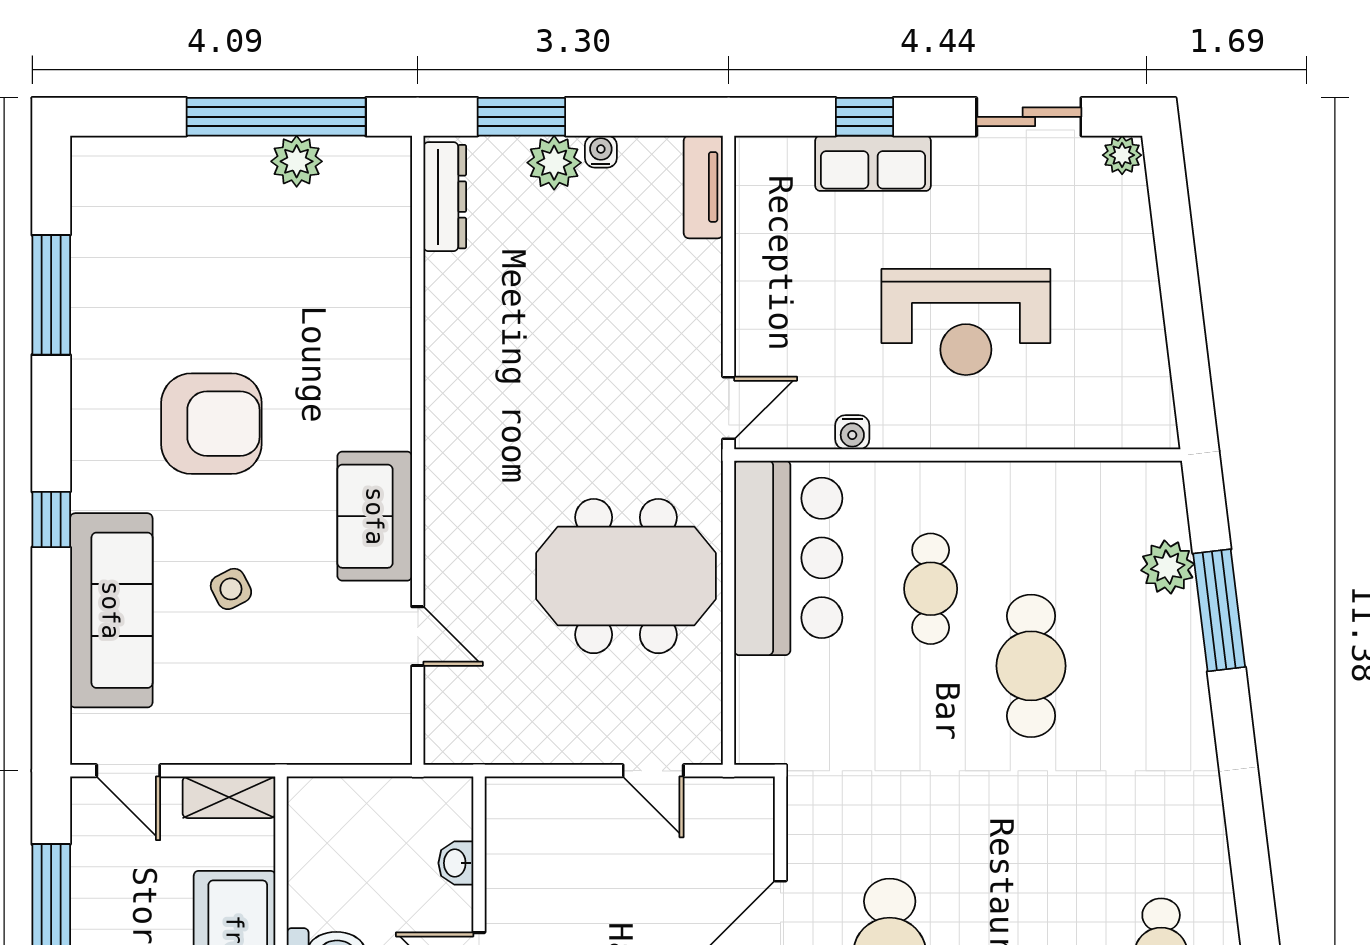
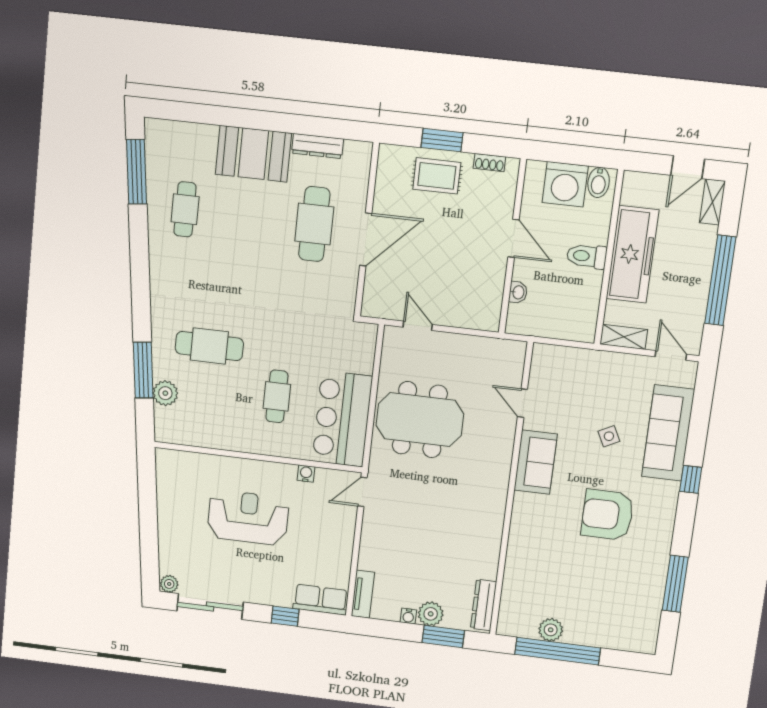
sliding door: (1029, 117) -> (210, 606), width x1.37
row of seats: (873, 163) -> (321, 600), moved
cafe table: (1031, 666) -> (209, 346), moved, turned 90

